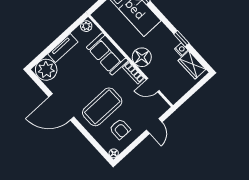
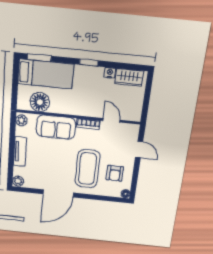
window: (181, 39) -> (89, 63), moved
floor lamp: (142, 57) -> (40, 102), moved
plant: (46, 70) -> (18, 181), width x0.53, depth x0.53
door: (153, 85) -> (111, 120), swing flipped
armchair: (120, 129) -> (115, 173), turned 90

